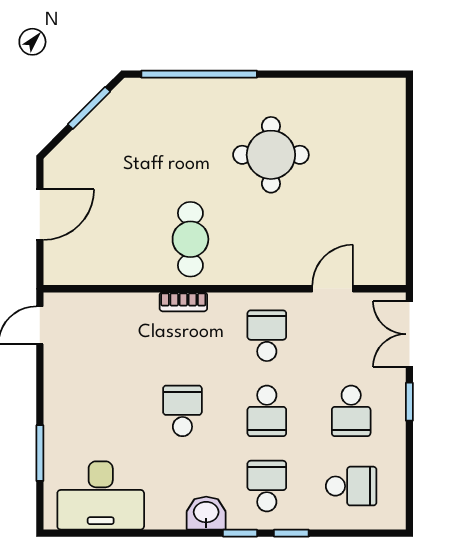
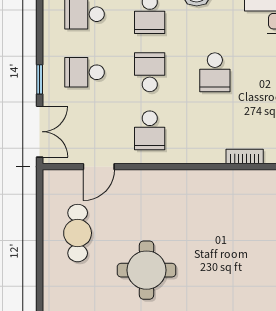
cafe table: (190, 239) -> (78, 233), moved
bookcase: (183, 302) -> (245, 157), moved
school desk: (351, 411) -> (85, 72), turned -90

